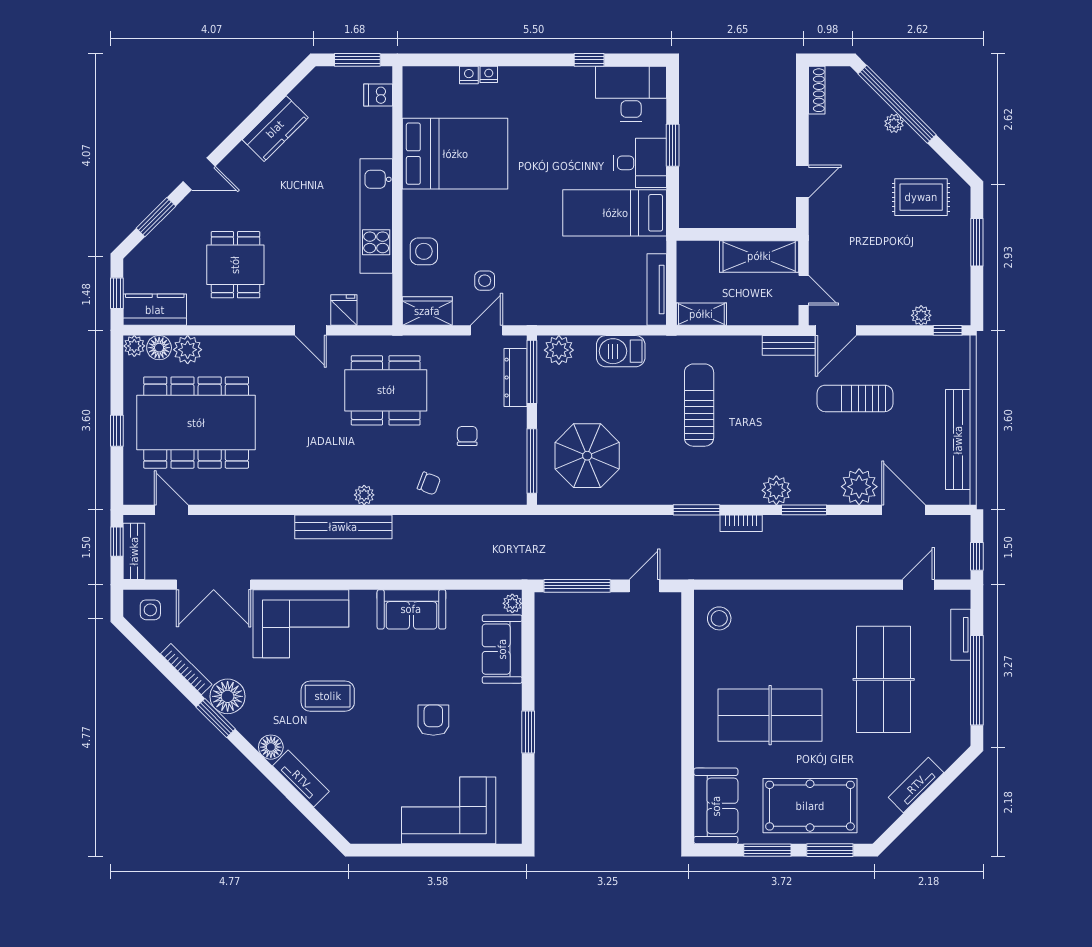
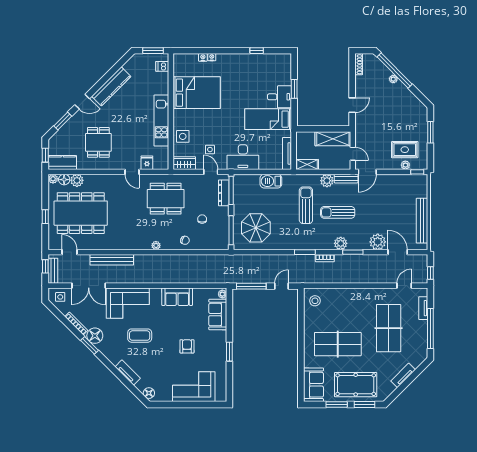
desk: (631, 94) -> (243, 157), moved, turned 180
kitchen counter: (275, 129) -> (111, 86), width x1.50
rug: (921, 197) -> (405, 150), moved
door: (486, 330) -> (211, 172), hinge flipped
plant: (559, 350) -> (327, 181), moved
sun lounger: (855, 398) -> (338, 212), moved
bench: (343, 527) -> (112, 260), moved
floor lamp: (271, 747) -> (149, 393), moved

